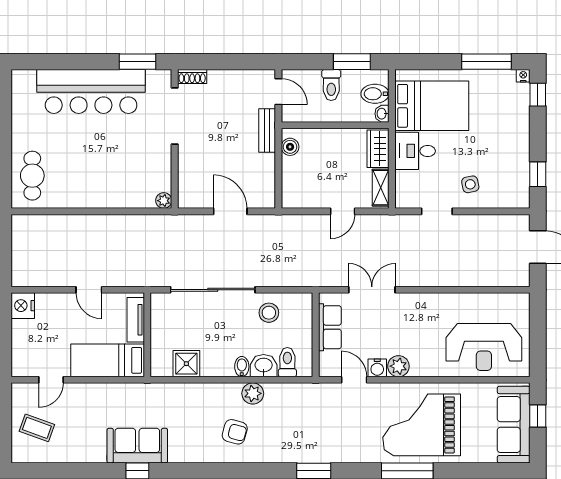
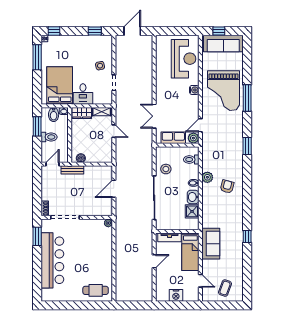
nightstand: (23, 306) -> (176, 295), moved
washbasin: (264, 366) -> (193, 197), moved
plant: (398, 366) -> (193, 138), moved
water cooler: (377, 368) -> (194, 90), moved
sofa: (137, 446) -> (211, 244), moved, turned 180

